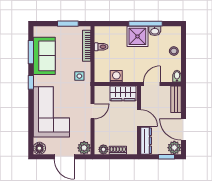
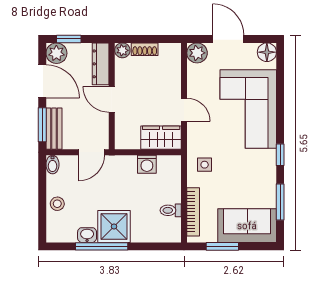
sofa: (44, 56) -> (247, 226), moved, turned 90
wardrobe: (123, 93) -> (161, 138), moved
window: (183, 102) -> (42, 125), added
door: (93, 111) -> (184, 110), swing flipped
plant: (103, 149) -> (122, 50), moved

